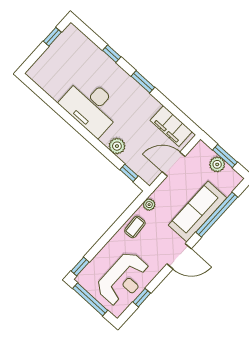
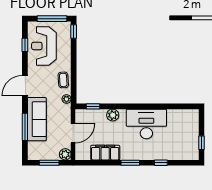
filing cabinet: (171, 126) -> (105, 153), moved
plant: (217, 164) -> (65, 154), moved
window: (217, 215) -> (25, 127), width x0.68

